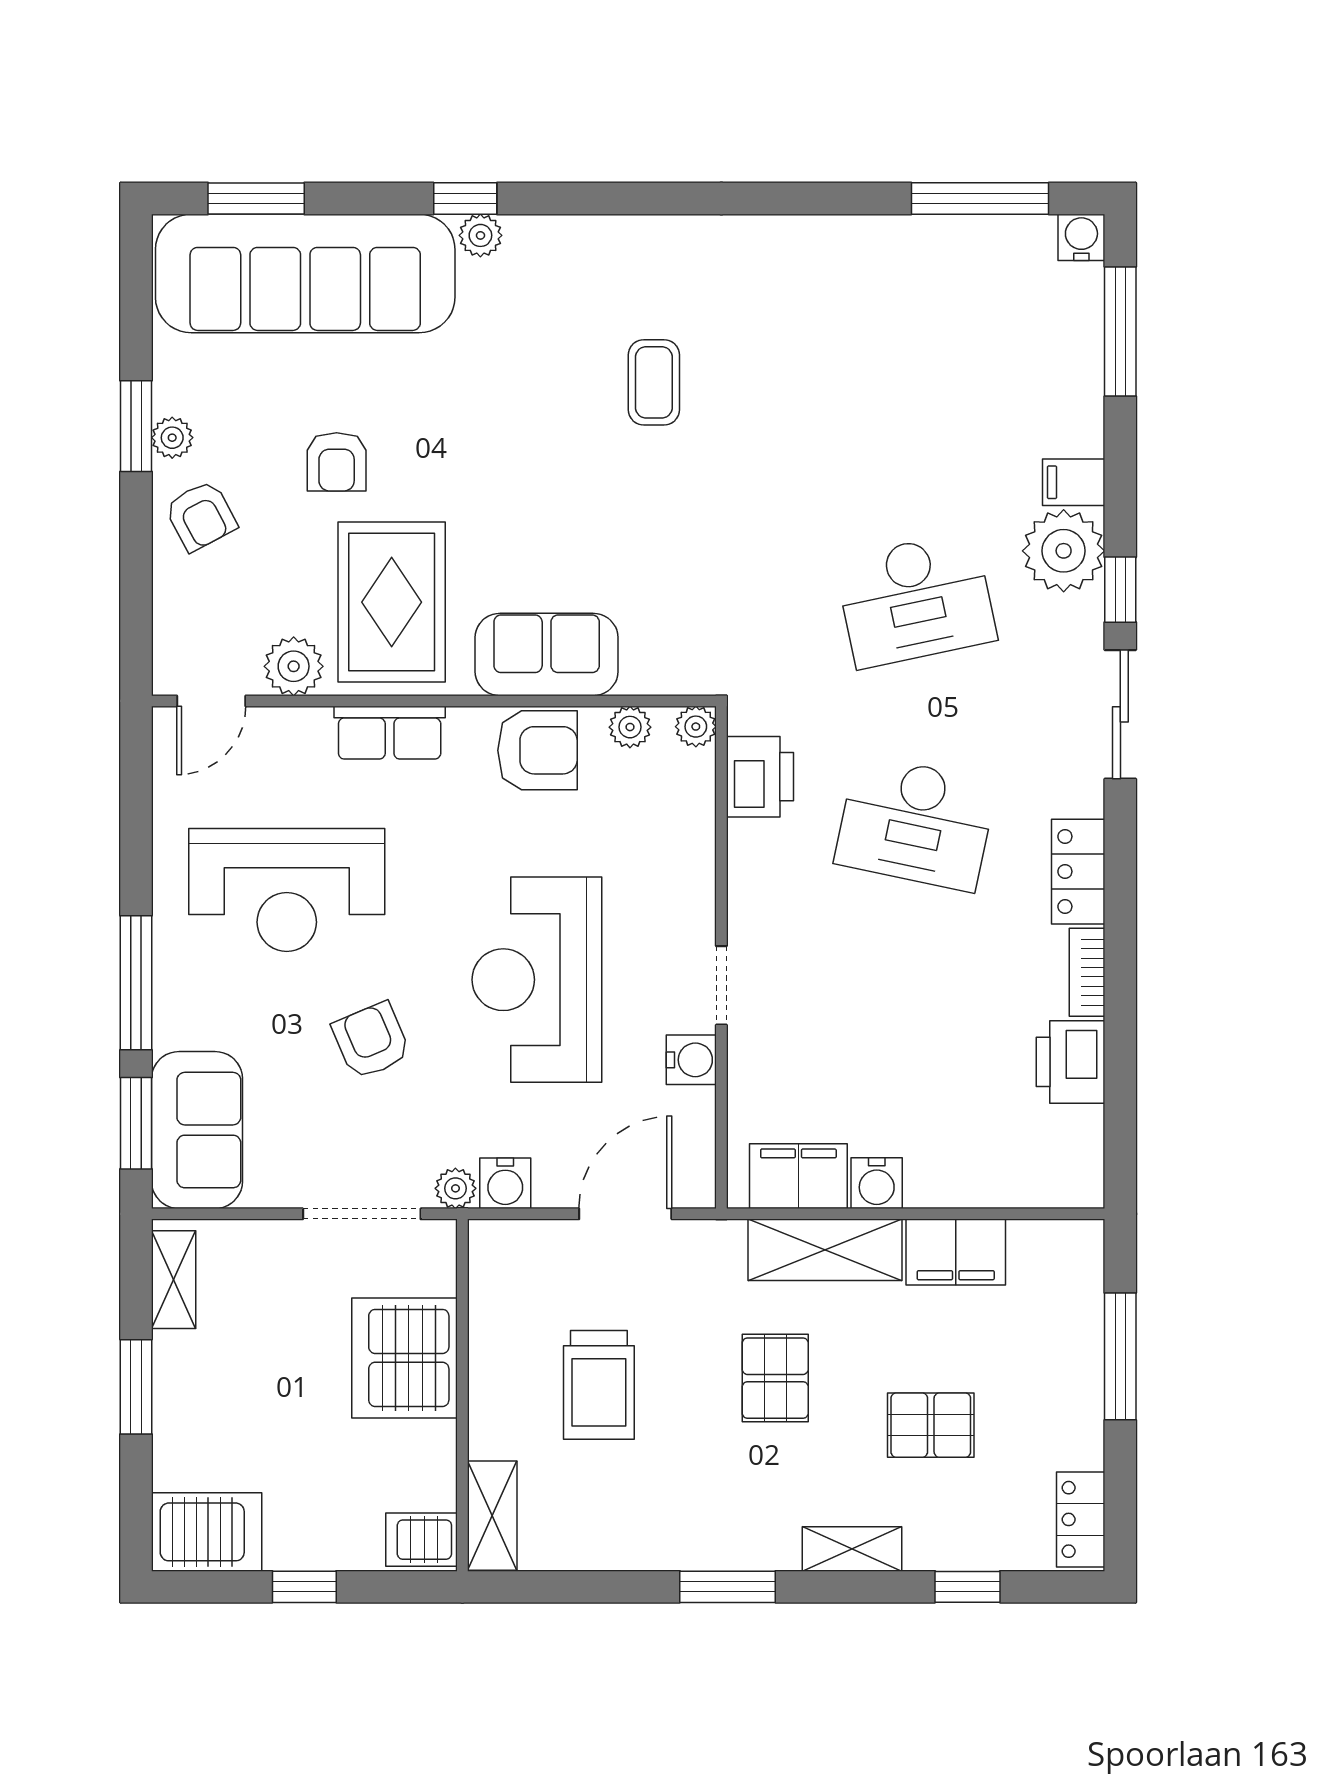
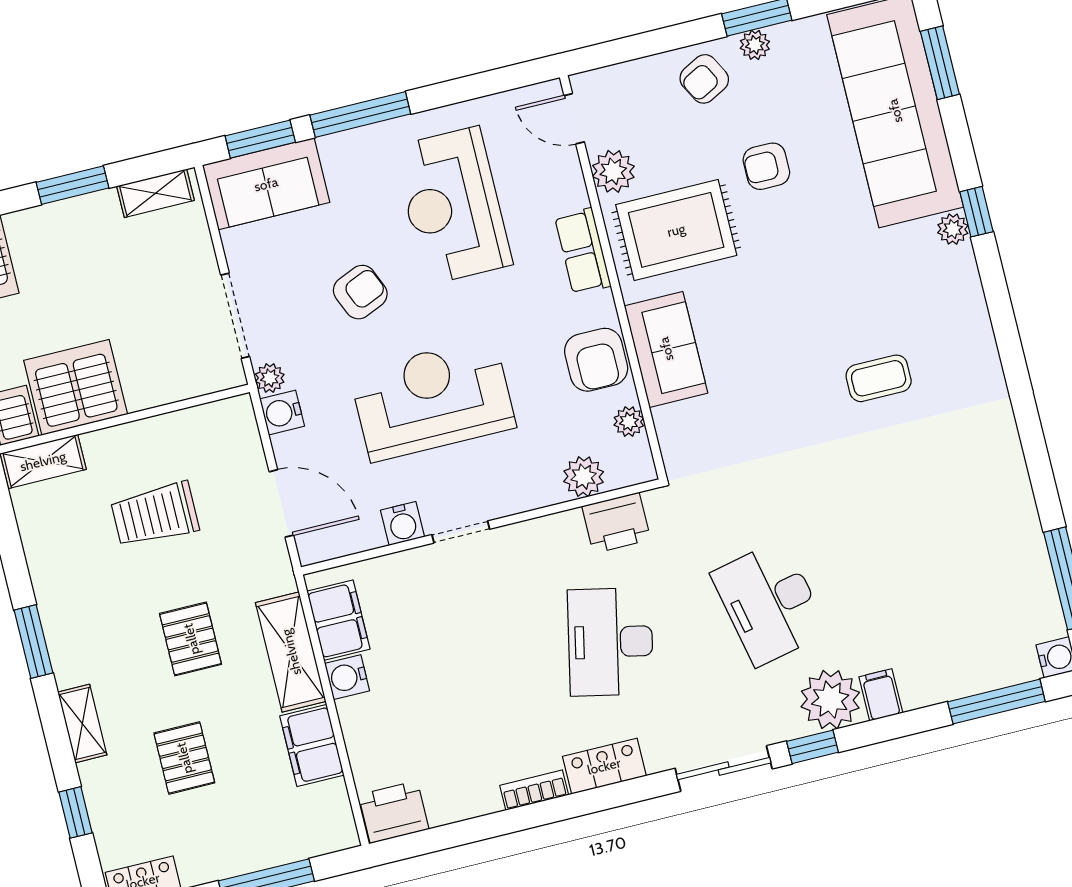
plant: (696, 727) -> (584, 477), moved, width x1.38, depth x1.38
printer: (1071, 1062) -> (394, 812), moved
server rack: (405, 1358) -> (76, 387), moved
pallet: (775, 1378) -> (191, 639), turned 90

